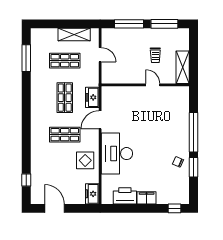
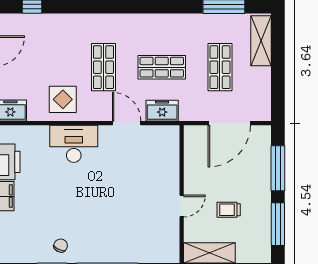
shelving: (74, 35) -> (261, 41), moved
door: (100, 55) -> (229, 123), width x1.87
desk: (117, 154) -> (74, 144), width x0.73, depth x0.77

